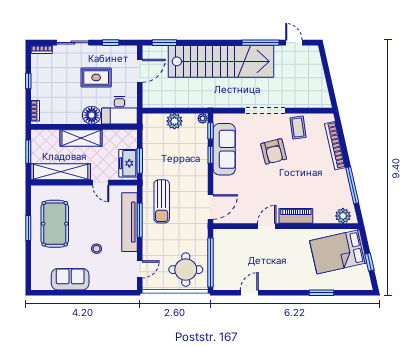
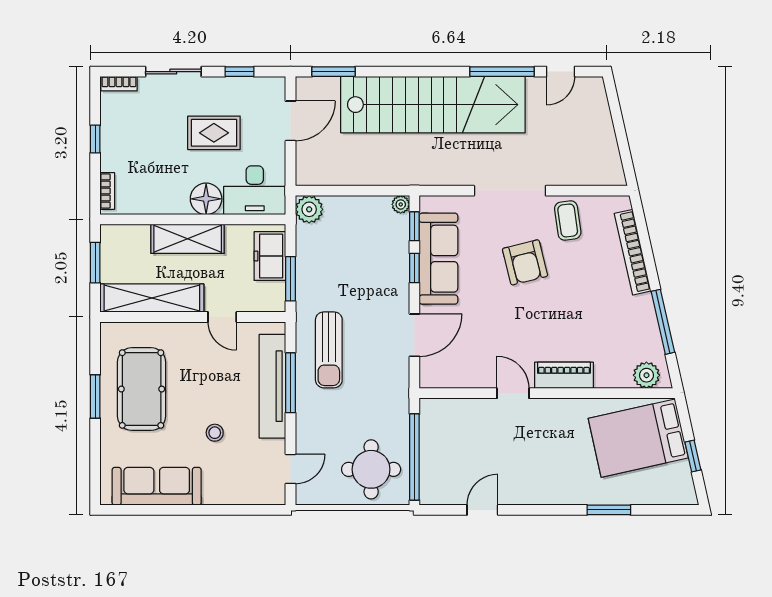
door: (294, 43) -> (561, 72), swing flipped
plant: (174, 121) -> (309, 209), moved
freezer: (128, 163) -> (270, 256), moved
door: (210, 207) -> (414, 335), moved
door: (267, 226) -> (513, 393), hinge flipped
sofa: (70, 279) -> (157, 486), width x1.36

